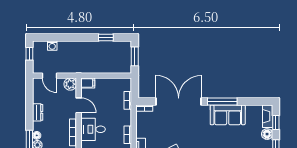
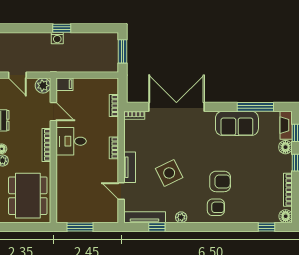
window: (106, 38) -> (62, 28), moved
washing machine: (52, 46) -> (57, 38), moved
window: (222, 101) -> (255, 107), moved

